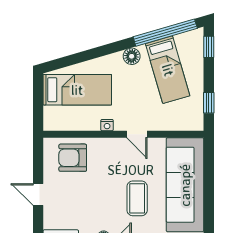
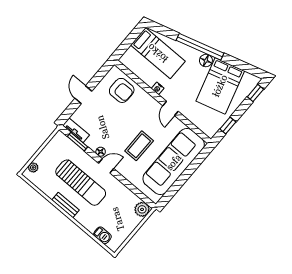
window: (165, 33) -> (200, 47), moved
bed: (168, 70) -> (220, 86), width x1.50
armchair: (73, 158) -> (122, 90), turned 180

